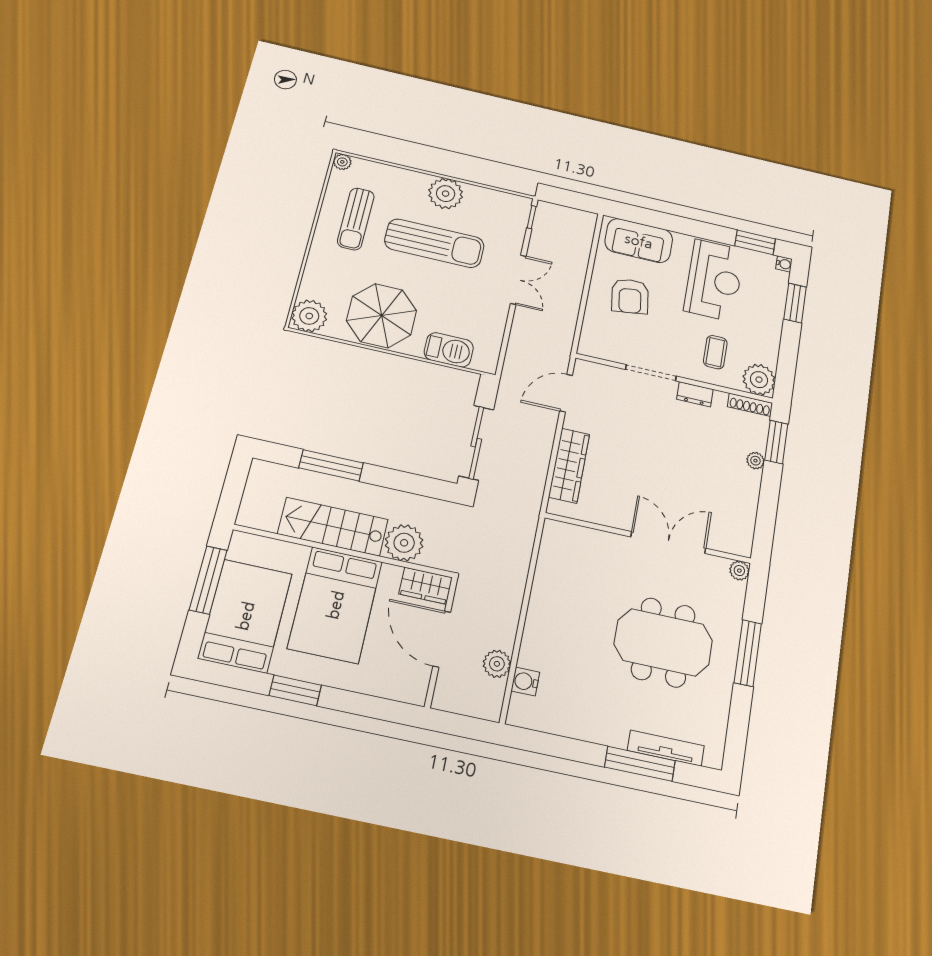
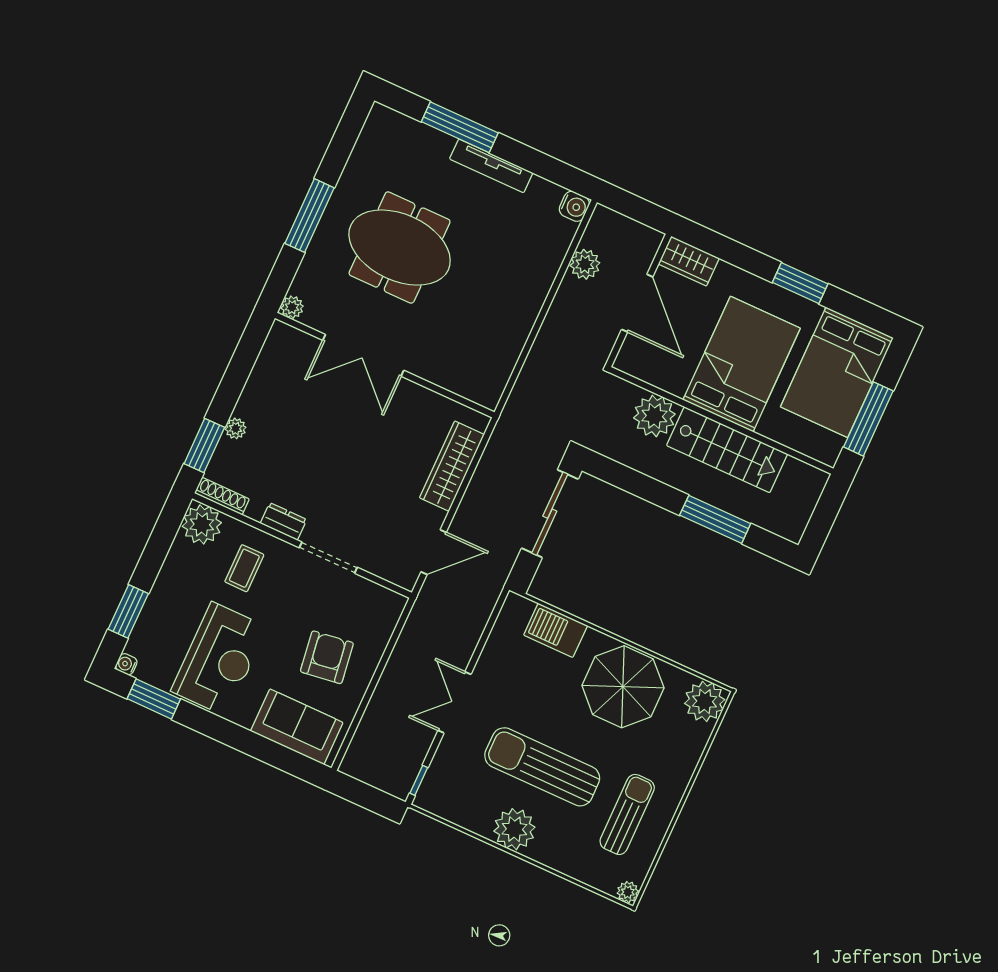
reception desk: (714, 280) -> (219, 659), turned 180
wardrobe: (426, 586) -> (689, 261), moved, turned 180
water cooler: (525, 682) -> (574, 206), moved
tv unit: (666, 748) -> (491, 166), moved

